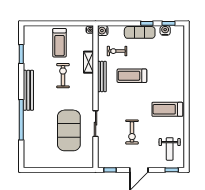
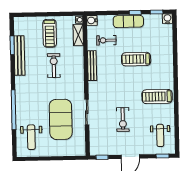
water cooler: (165, 30) -> (167, 19), moved
shelving: (89, 62) -> (78, 35), moved
treadmill: (132, 76) -> (136, 59), moved
bench: (28, 90) -> (19, 56), moved
weight bench: (39, 148) -> (31, 137), added

